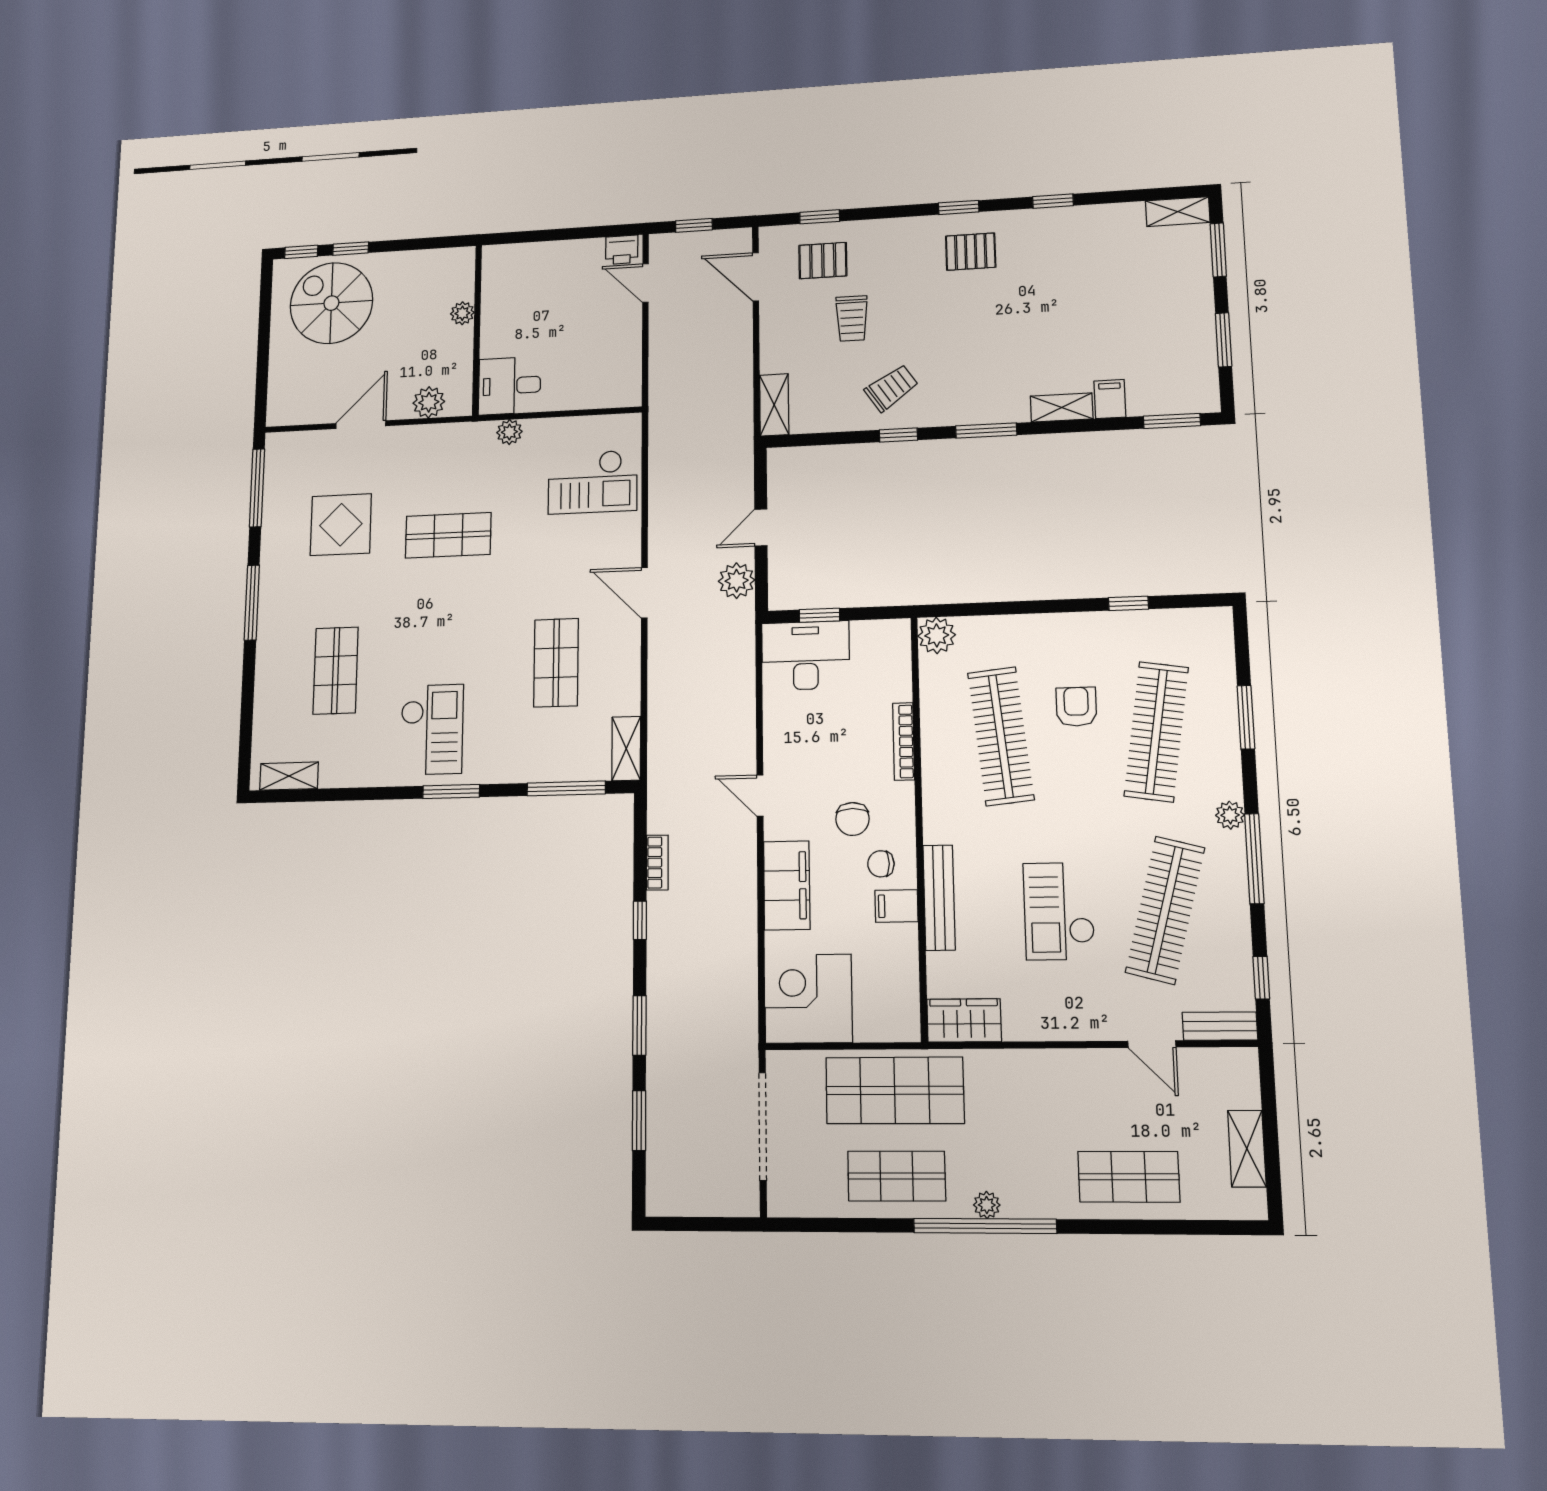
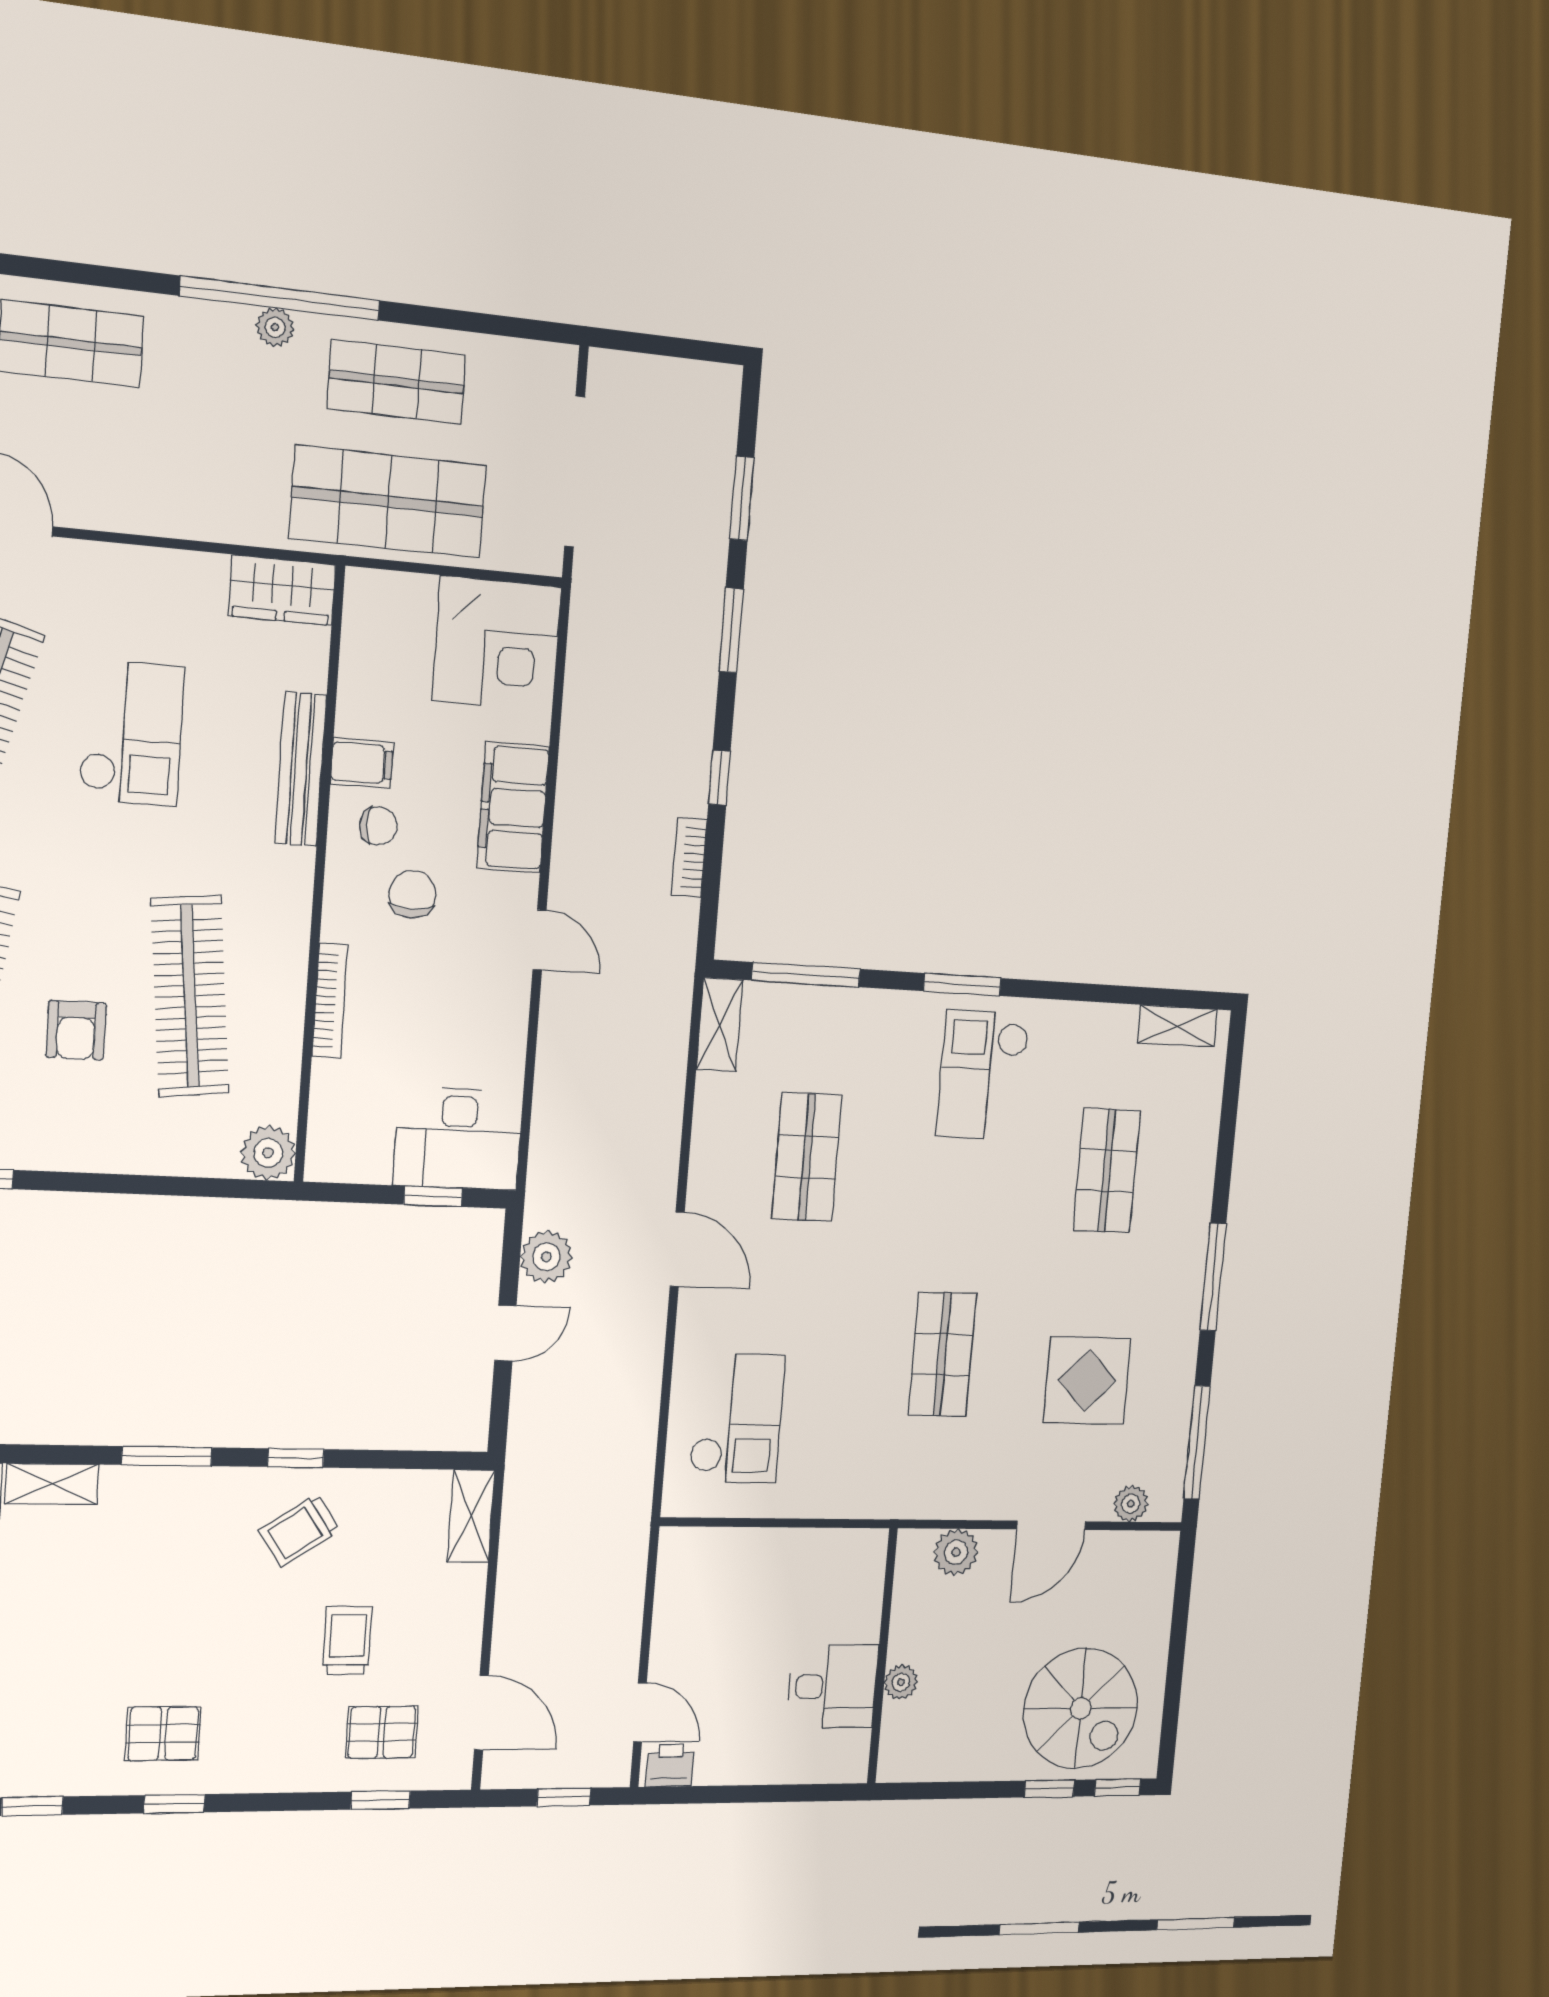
desk: (509, 386) -> (833, 1686), moved
plant: (509, 432) -> (1131, 1504), moved
checkout: (593, 482) -> (737, 1418), turned 90
shop shelf: (448, 535) -> (942, 1354), turned 90

